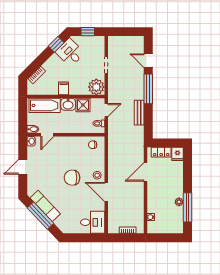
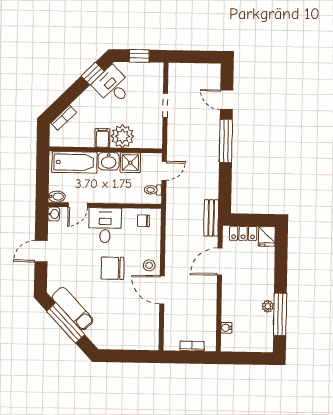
plant: (96, 87) -> (122, 136), moved
bench: (139, 113) -> (211, 218), moved
desk: (93, 222) -> (105, 225), moved, turned -90

